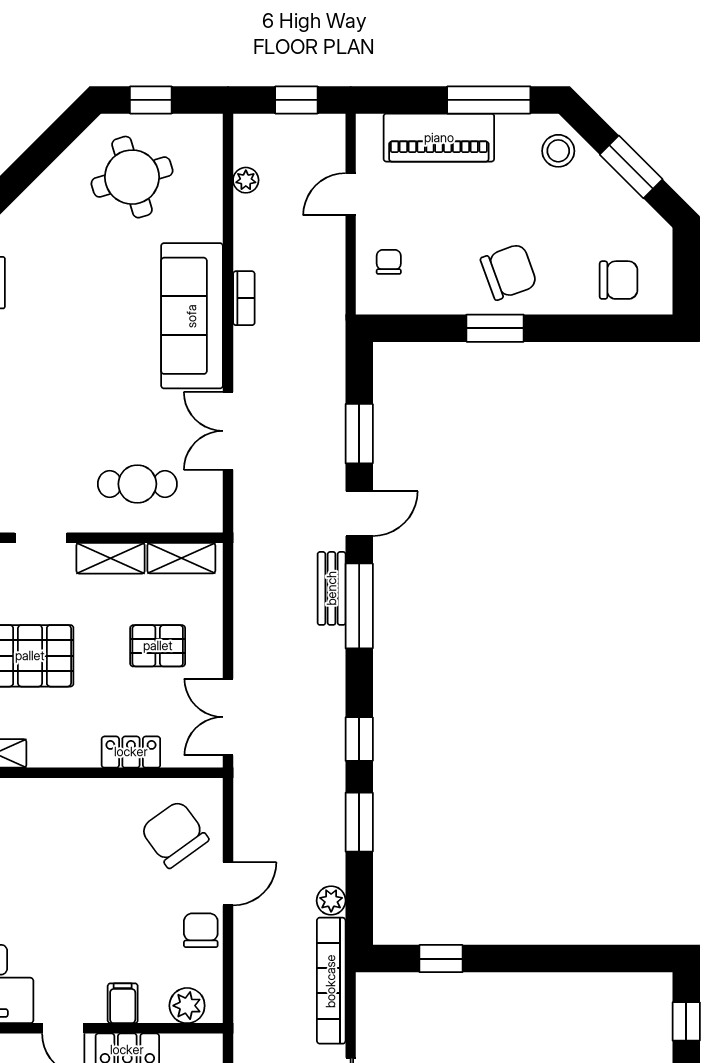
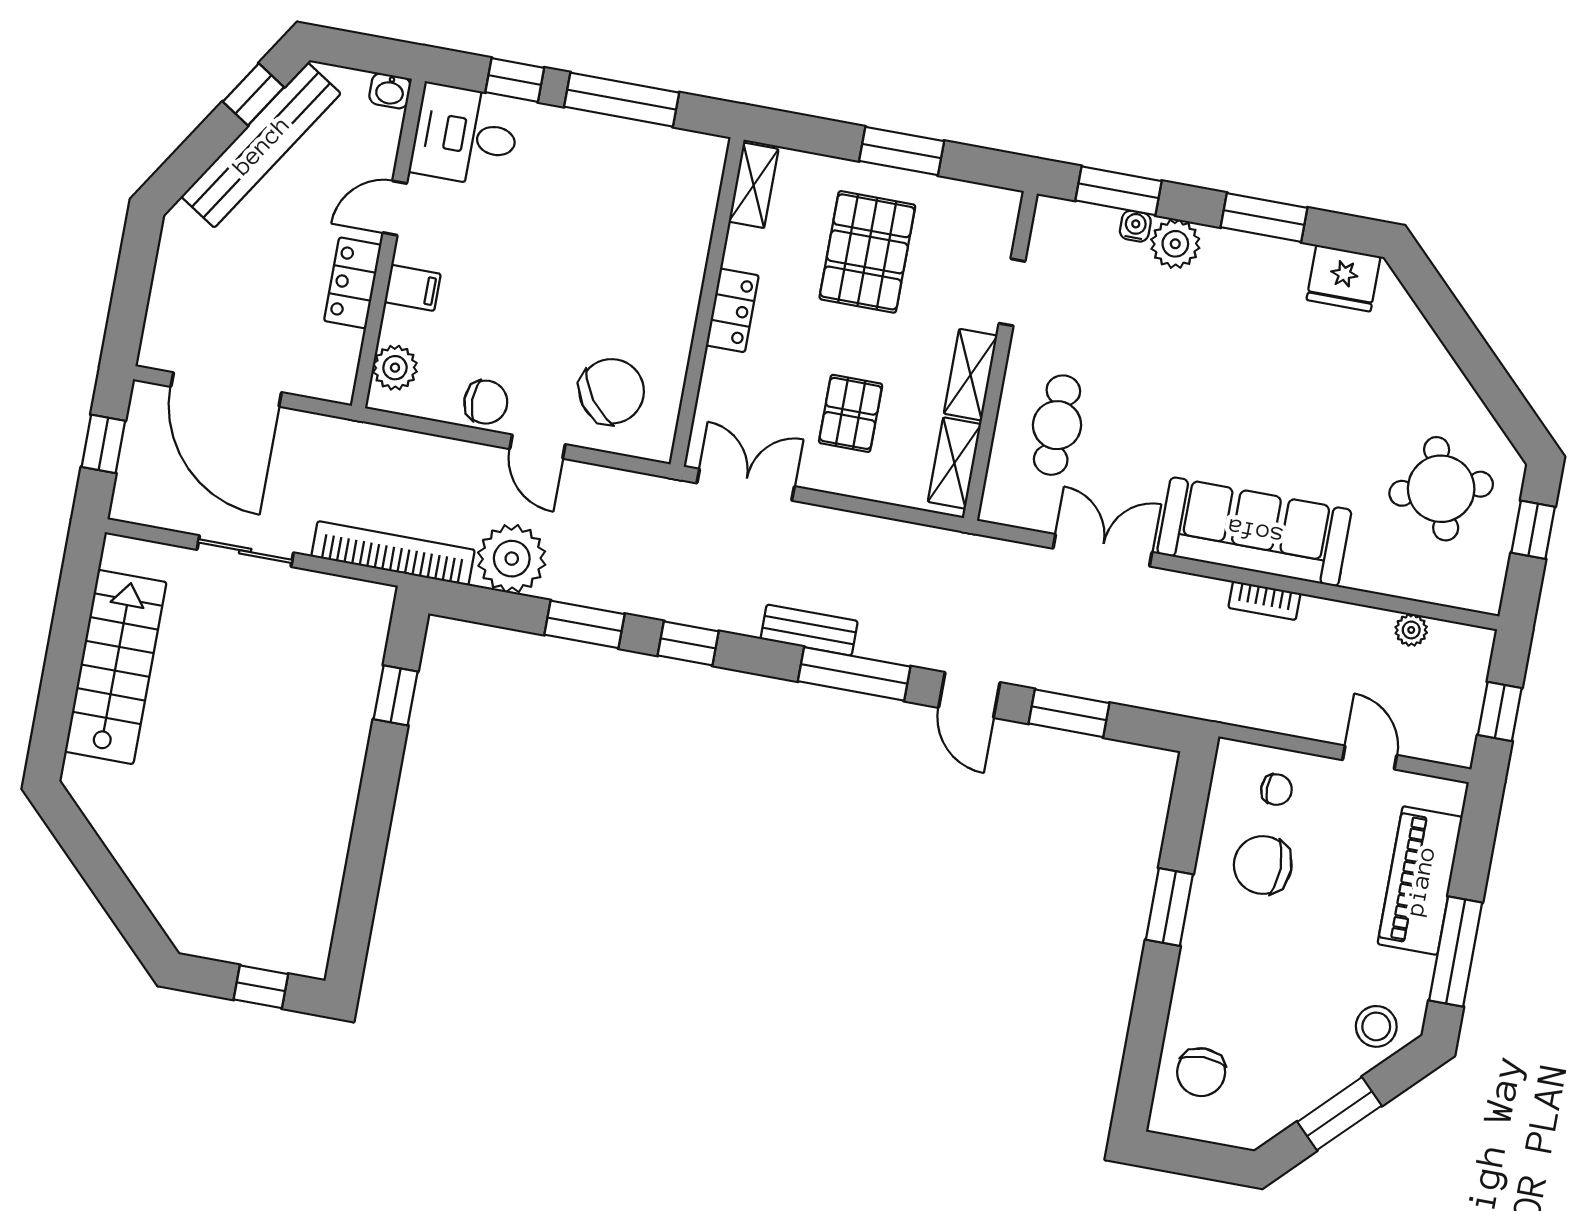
chair: (509, 272) -> (1263, 865), moved, turned 110
bench: (332, 588) -> (809, 630), moved
locker: (131, 752) -> (732, 310), moved
plant: (331, 901) -> (512, 559), width x1.87, depth x1.87

